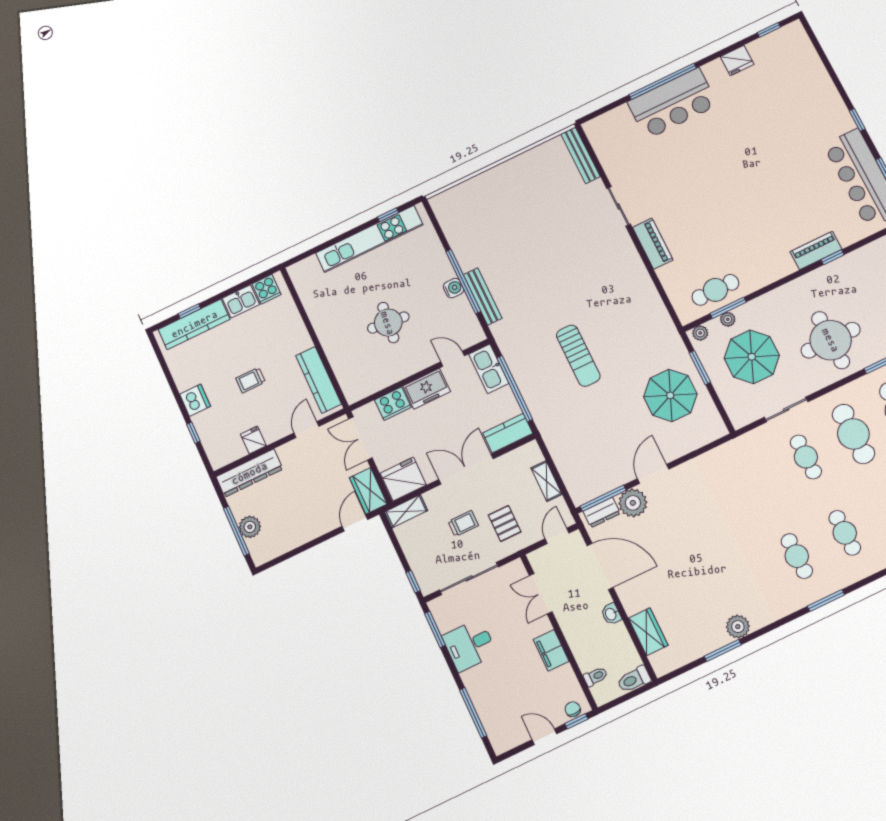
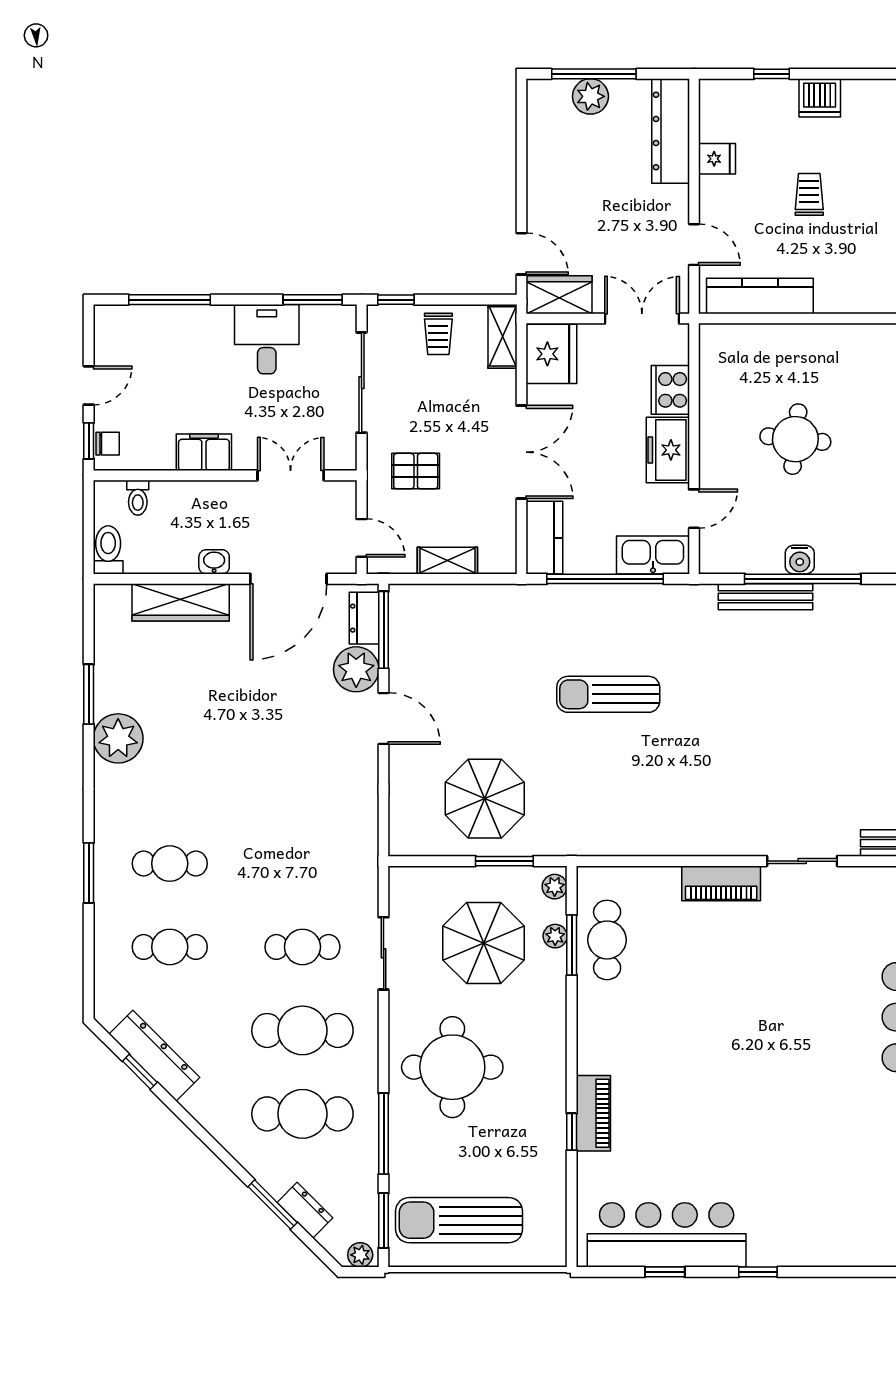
trolley: (463, 523) -> (438, 334), moved
plant: (738, 627) -> (118, 738), width x1.36, depth x1.36
wardrobe: (648, 632) -> (181, 602), width x1.50

